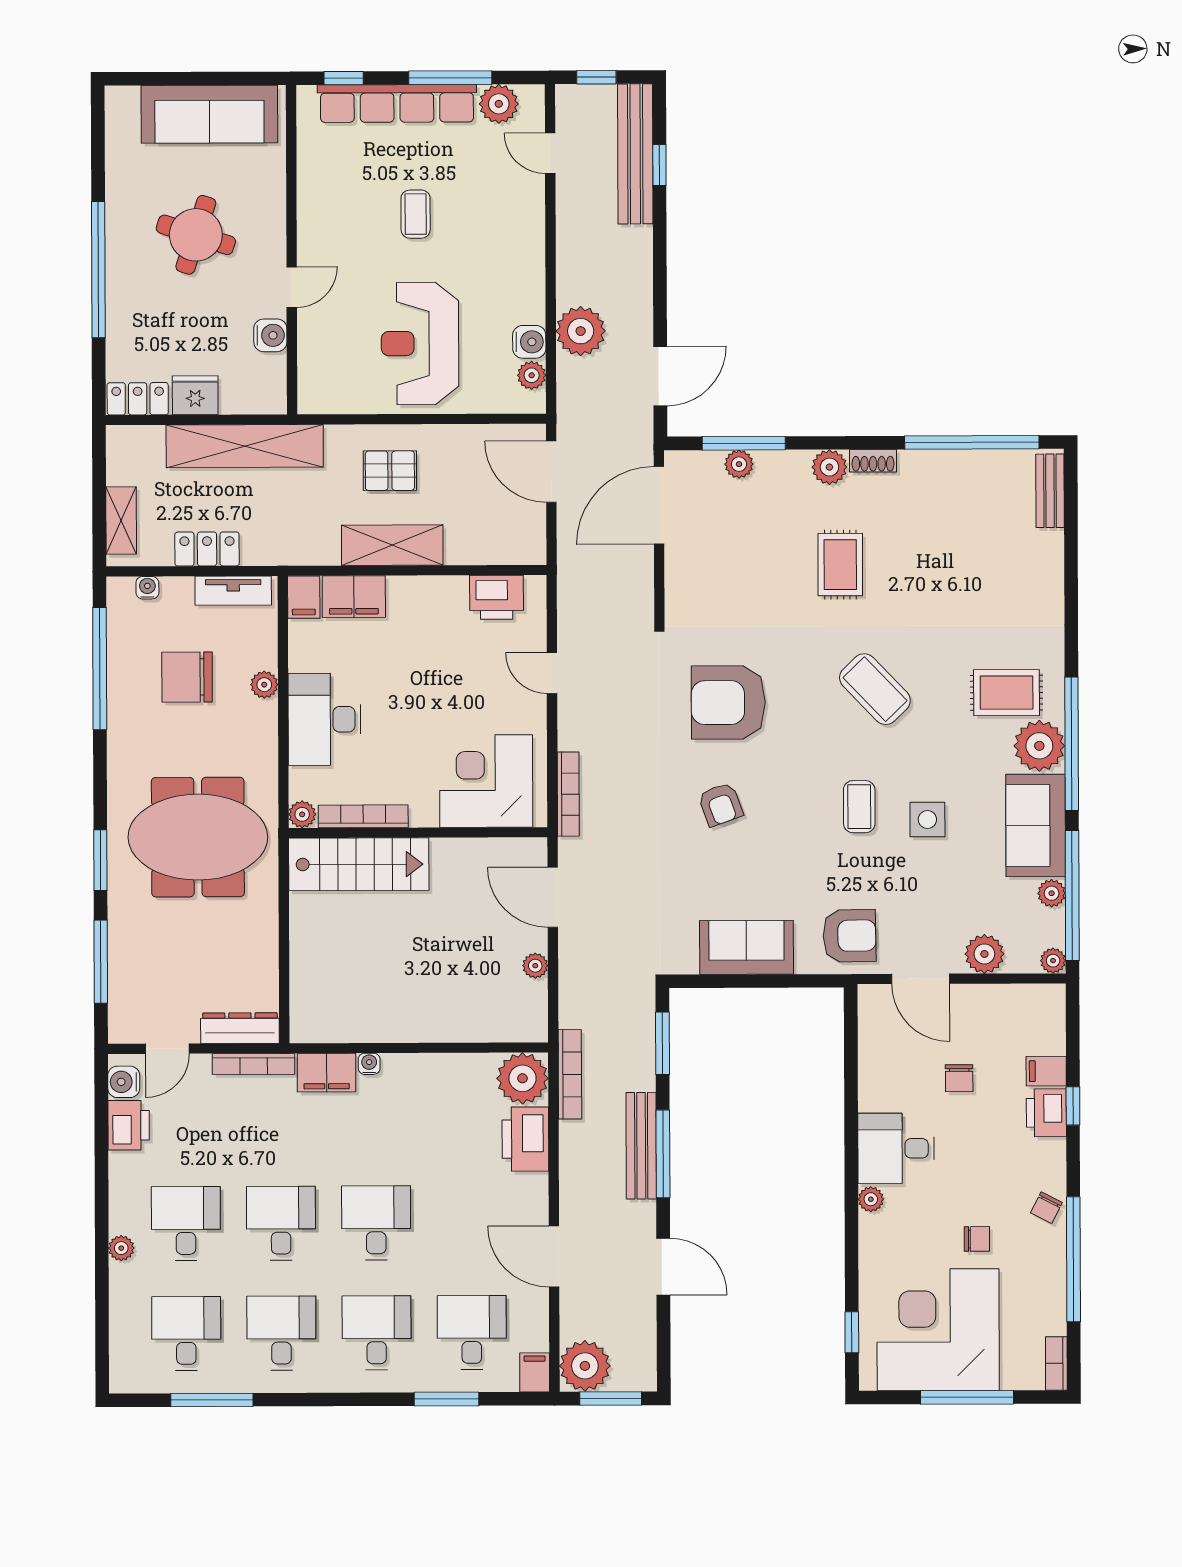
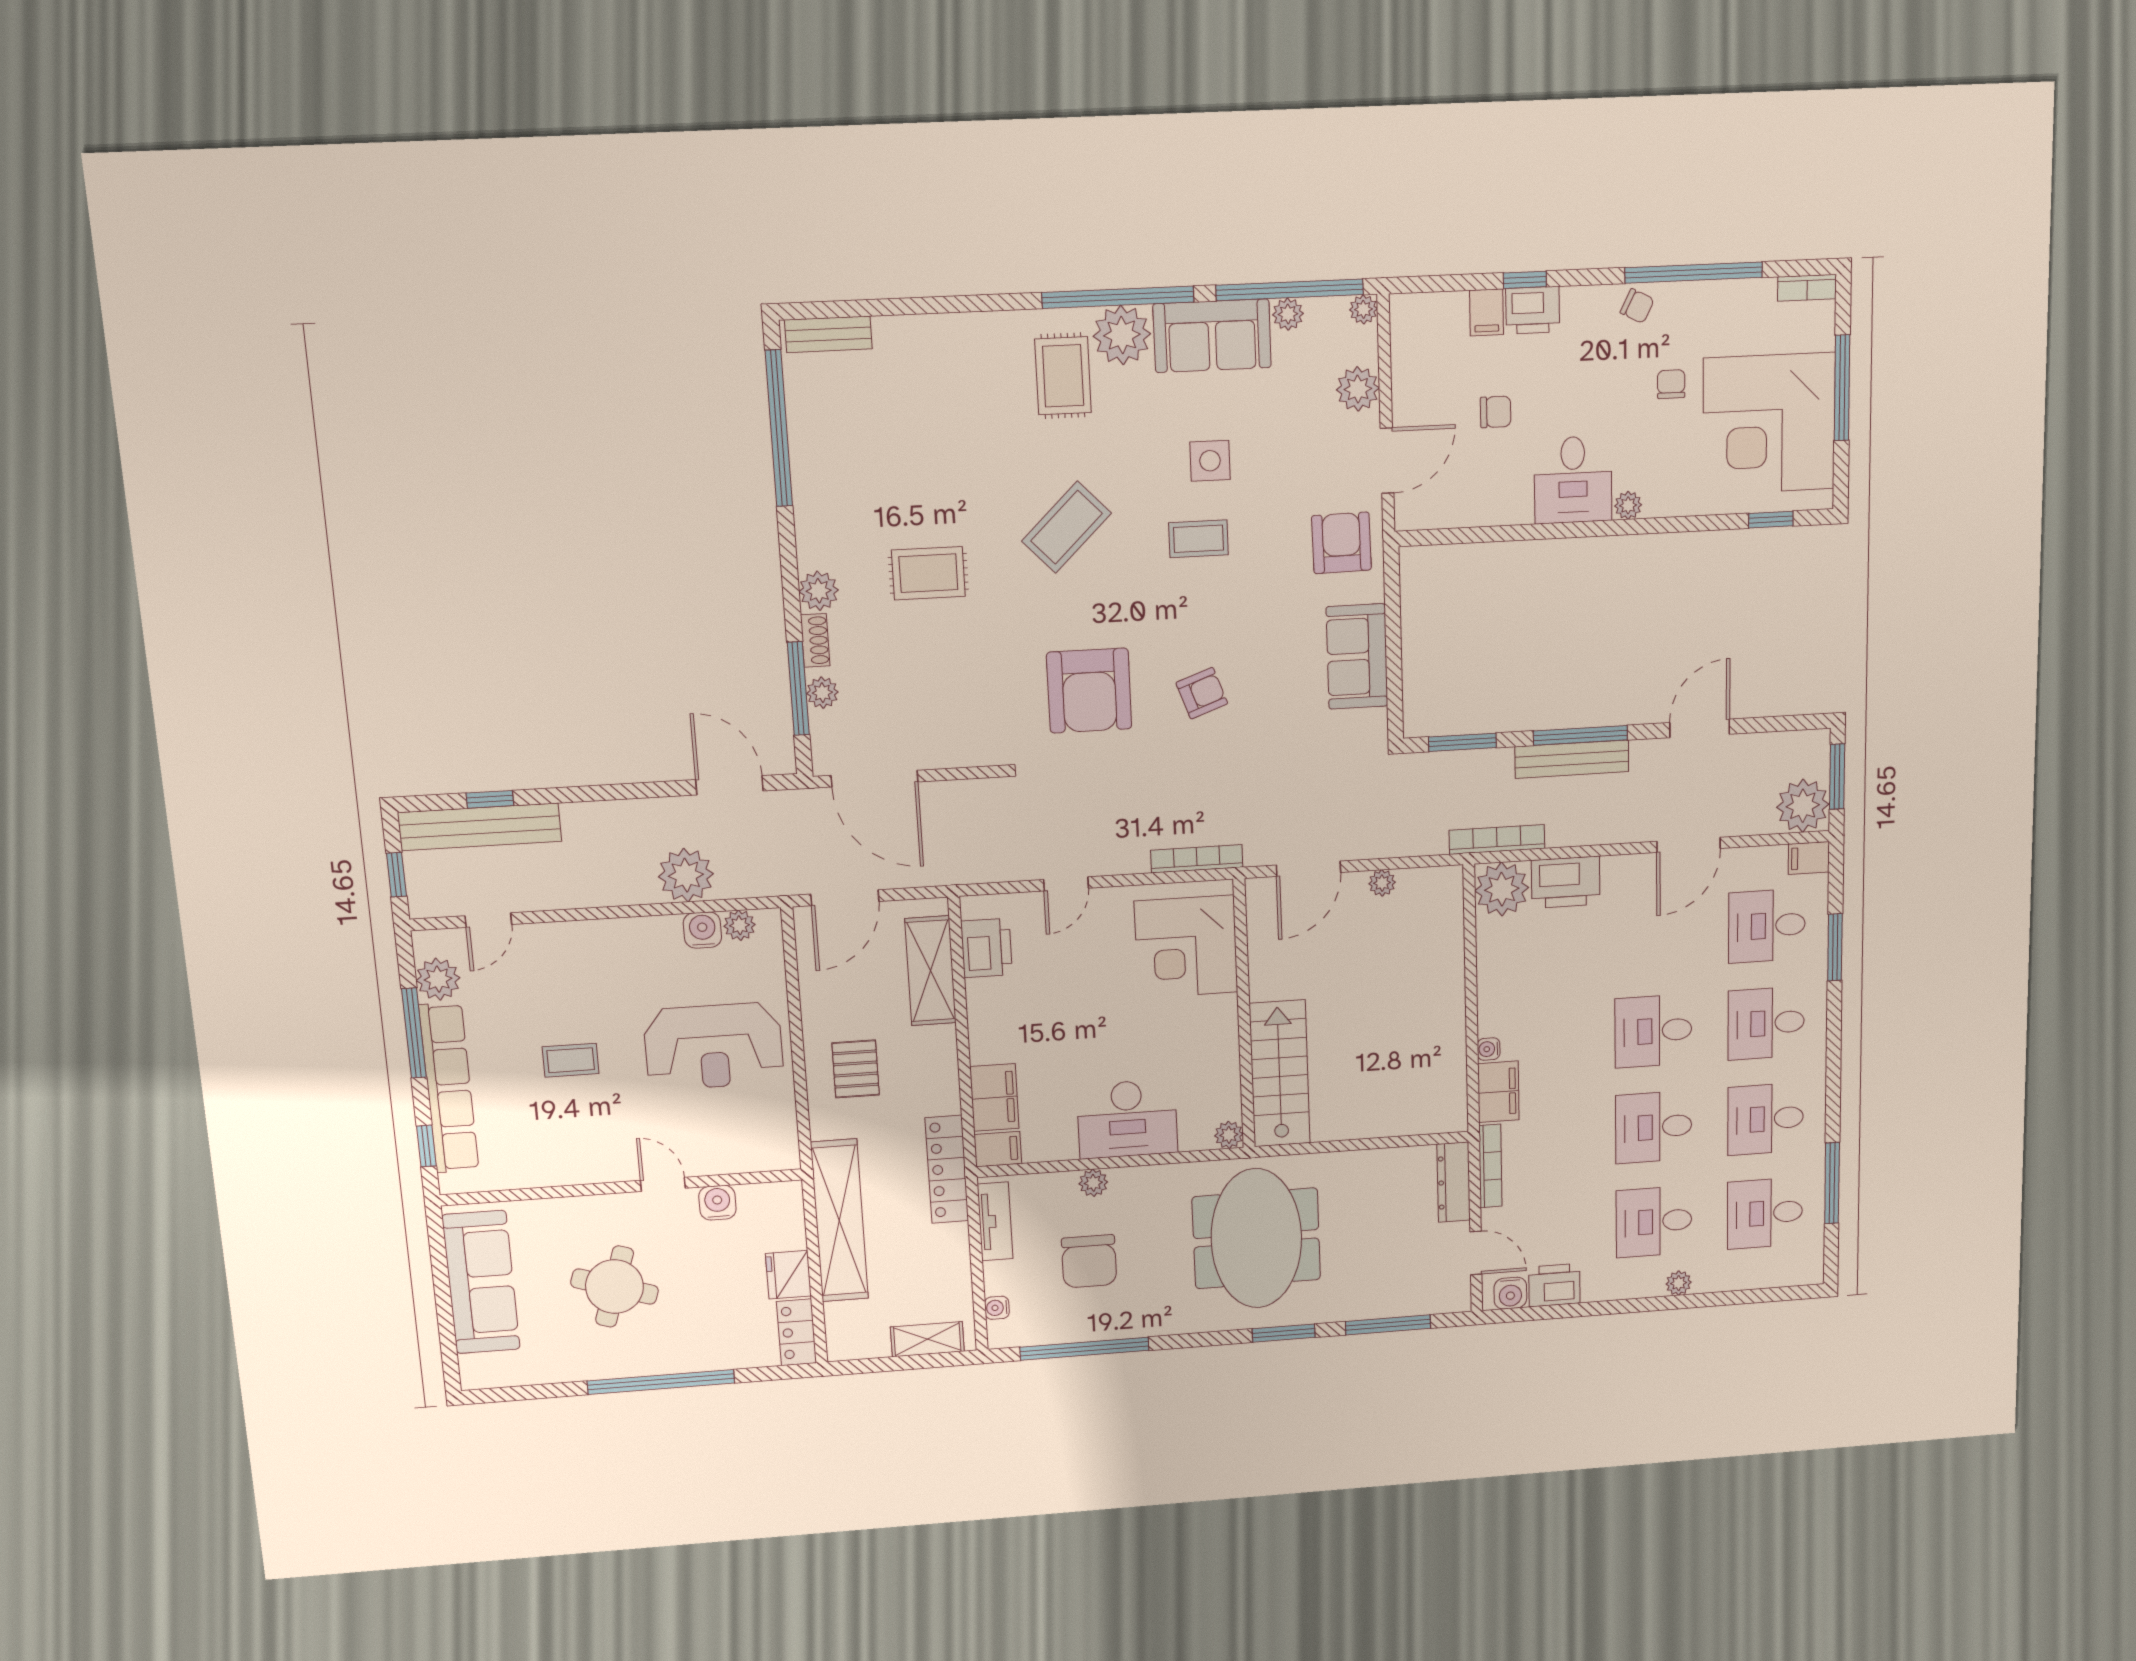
shoe rack: (873, 461) -> (815, 640), moved
shelving: (392, 545) -> (931, 971), moved
locker: (207, 549) -> (947, 1169), moved, width x1.53
bookcase: (363, 816) -> (1229, 1072), removed

